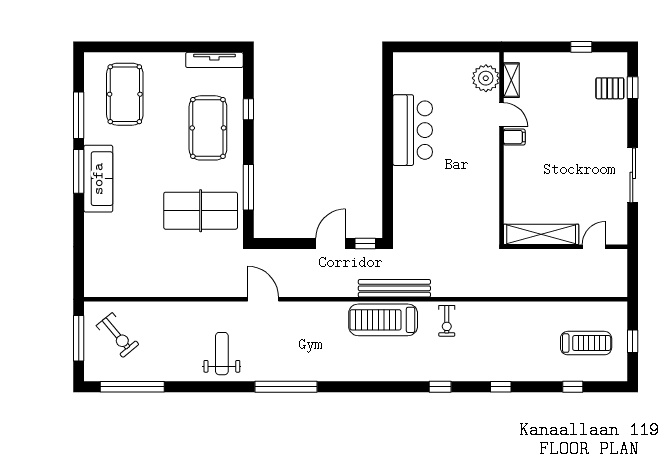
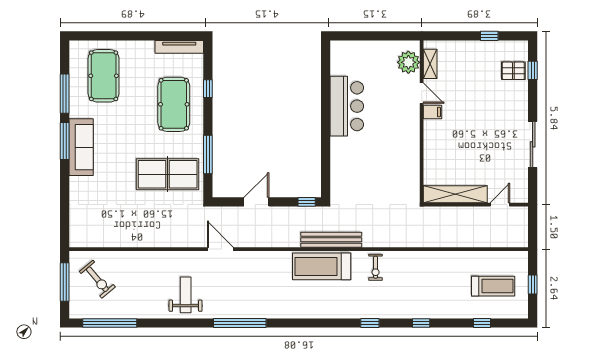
door: (331, 244) -> (256, 202), moved

